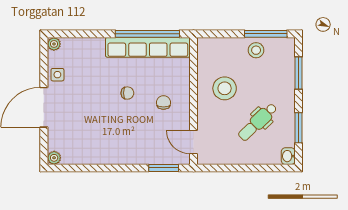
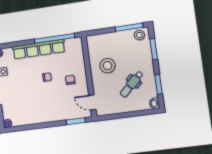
row of seats: (148, 47) -> (39, 49), moved
stool: (256, 50) -> (139, 35), moved

